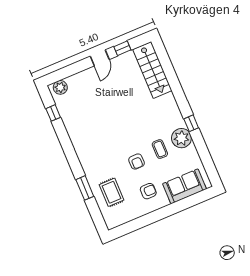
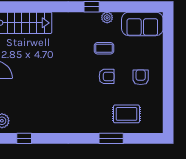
plant: (181, 138) -> (107, 18), width x0.53, depth x0.53
sofa: (185, 186) -> (142, 24), moved, turned -90

